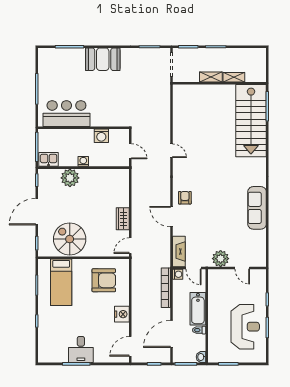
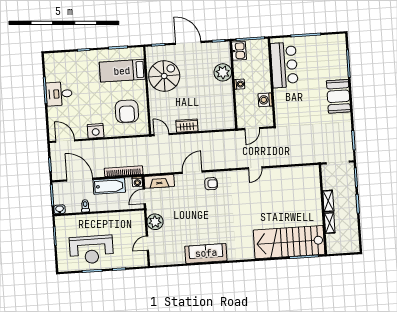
bathtub: (198, 309) -> (109, 186), moved, turned 180

